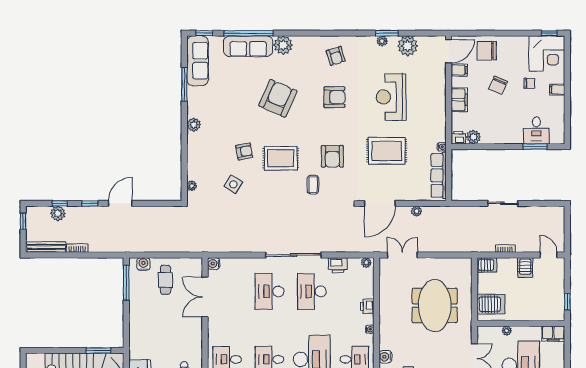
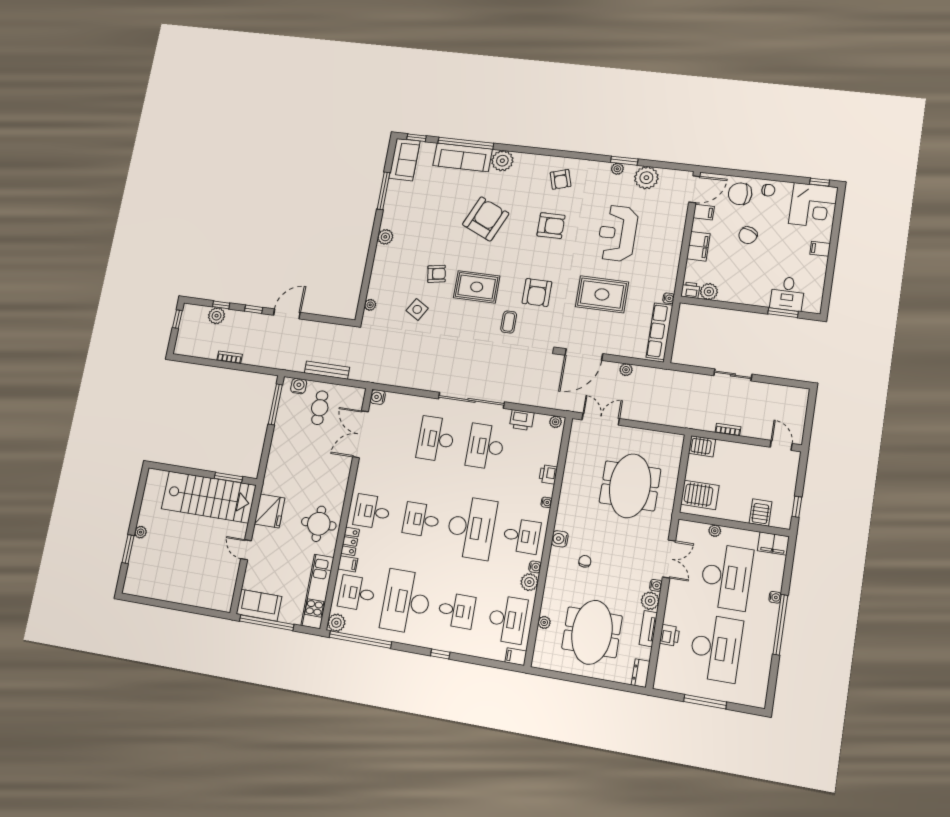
sofa: (197, 61) -> (404, 160), width x0.73
chair: (529, 83) -> (768, 190), moved
bench: (46, 247) -> (327, 370), moved
server rack: (525, 267) -> (761, 513), moved, turned 180

